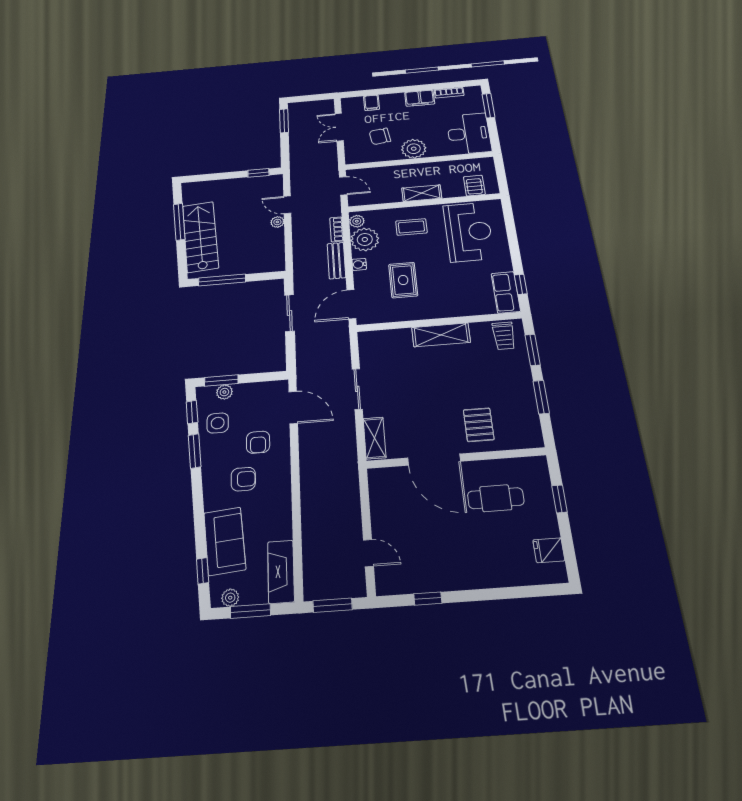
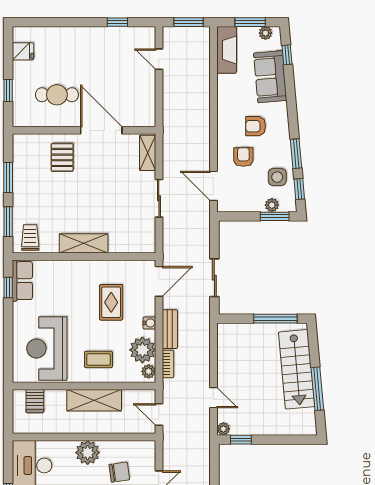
shelving: (422, 193) -> (94, 400), width x1.50, depth x1.33
plant: (277, 222) -> (223, 429), moved

